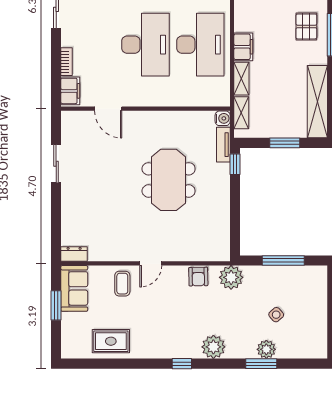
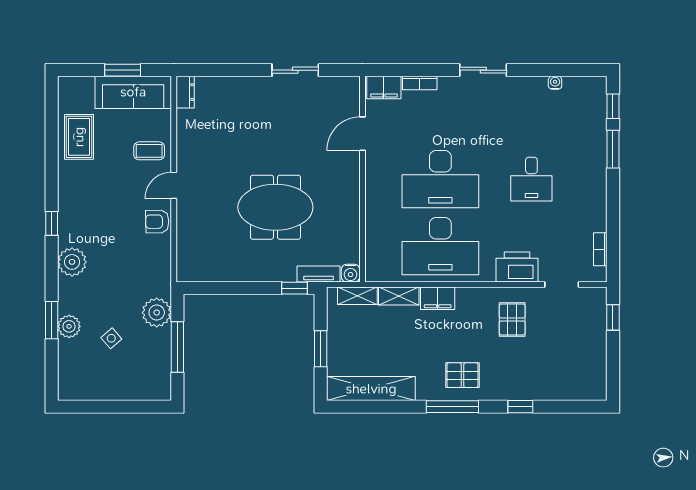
door: (151, 263) -> (174, 185), hinge flipped
armchair: (198, 277) -> (157, 222), moved
plant: (231, 277) -> (157, 313), moved
sofa: (74, 288) -> (133, 92), width x1.36

